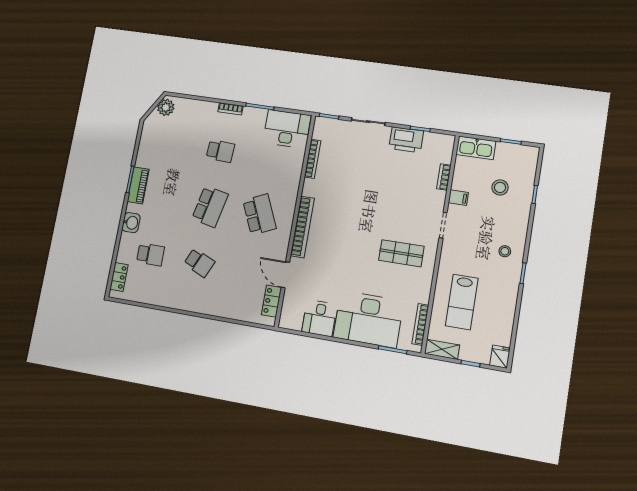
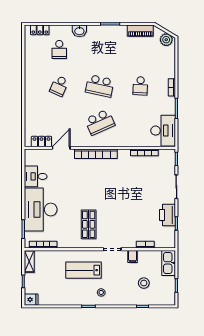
piano: (138, 185) -> (140, 31), moved
lab bench: (462, 302) -> (84, 270), moved

